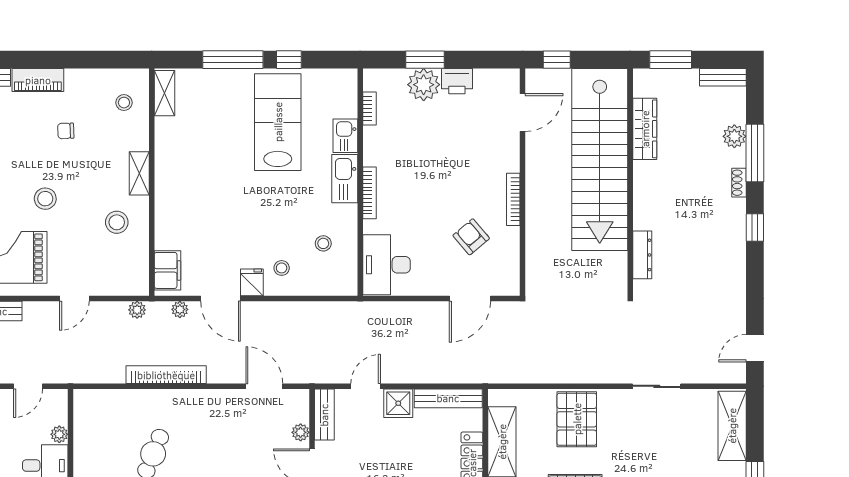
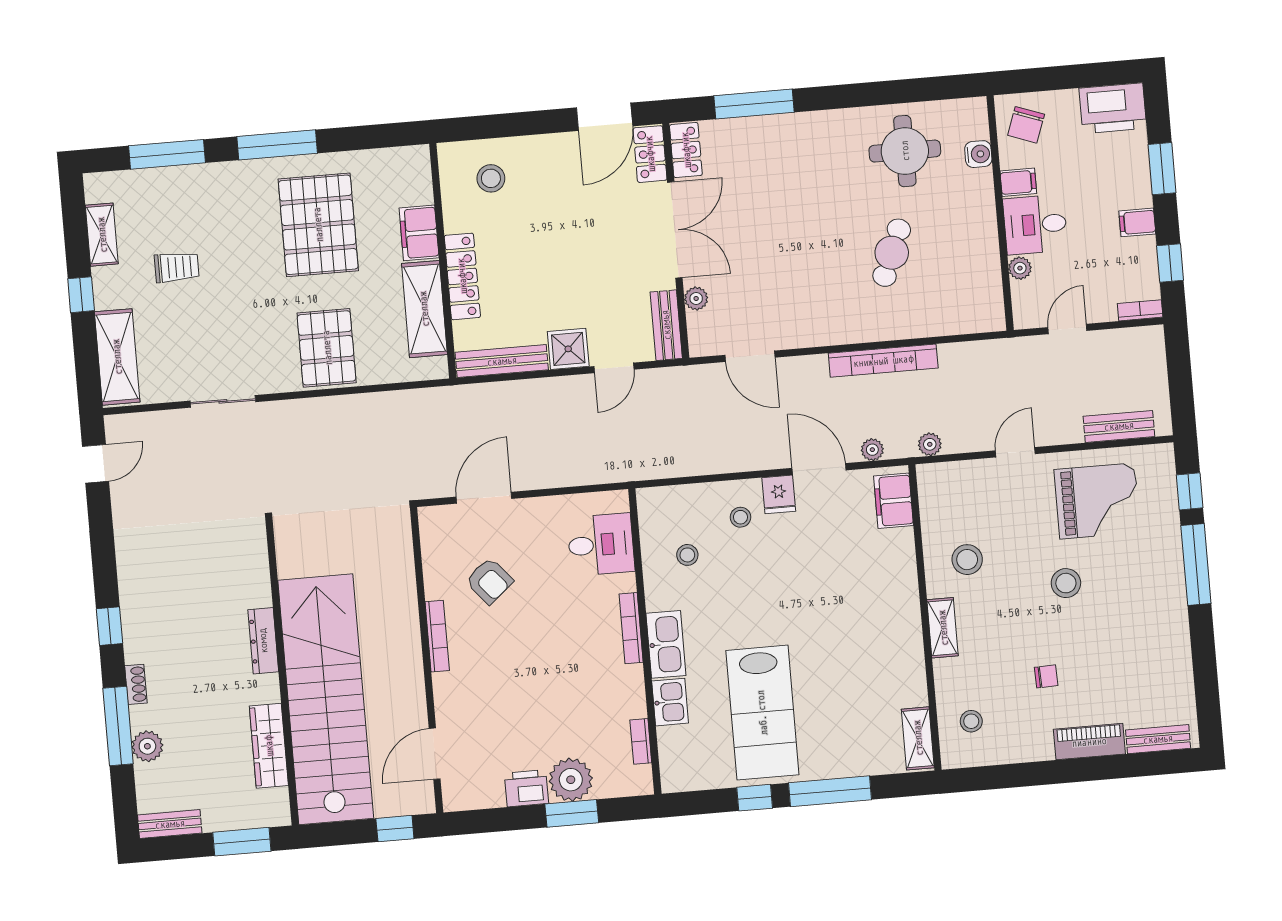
dresser: (642, 255) -> (263, 641), moved
desk: (387, 265) -> (601, 545), width x0.73

